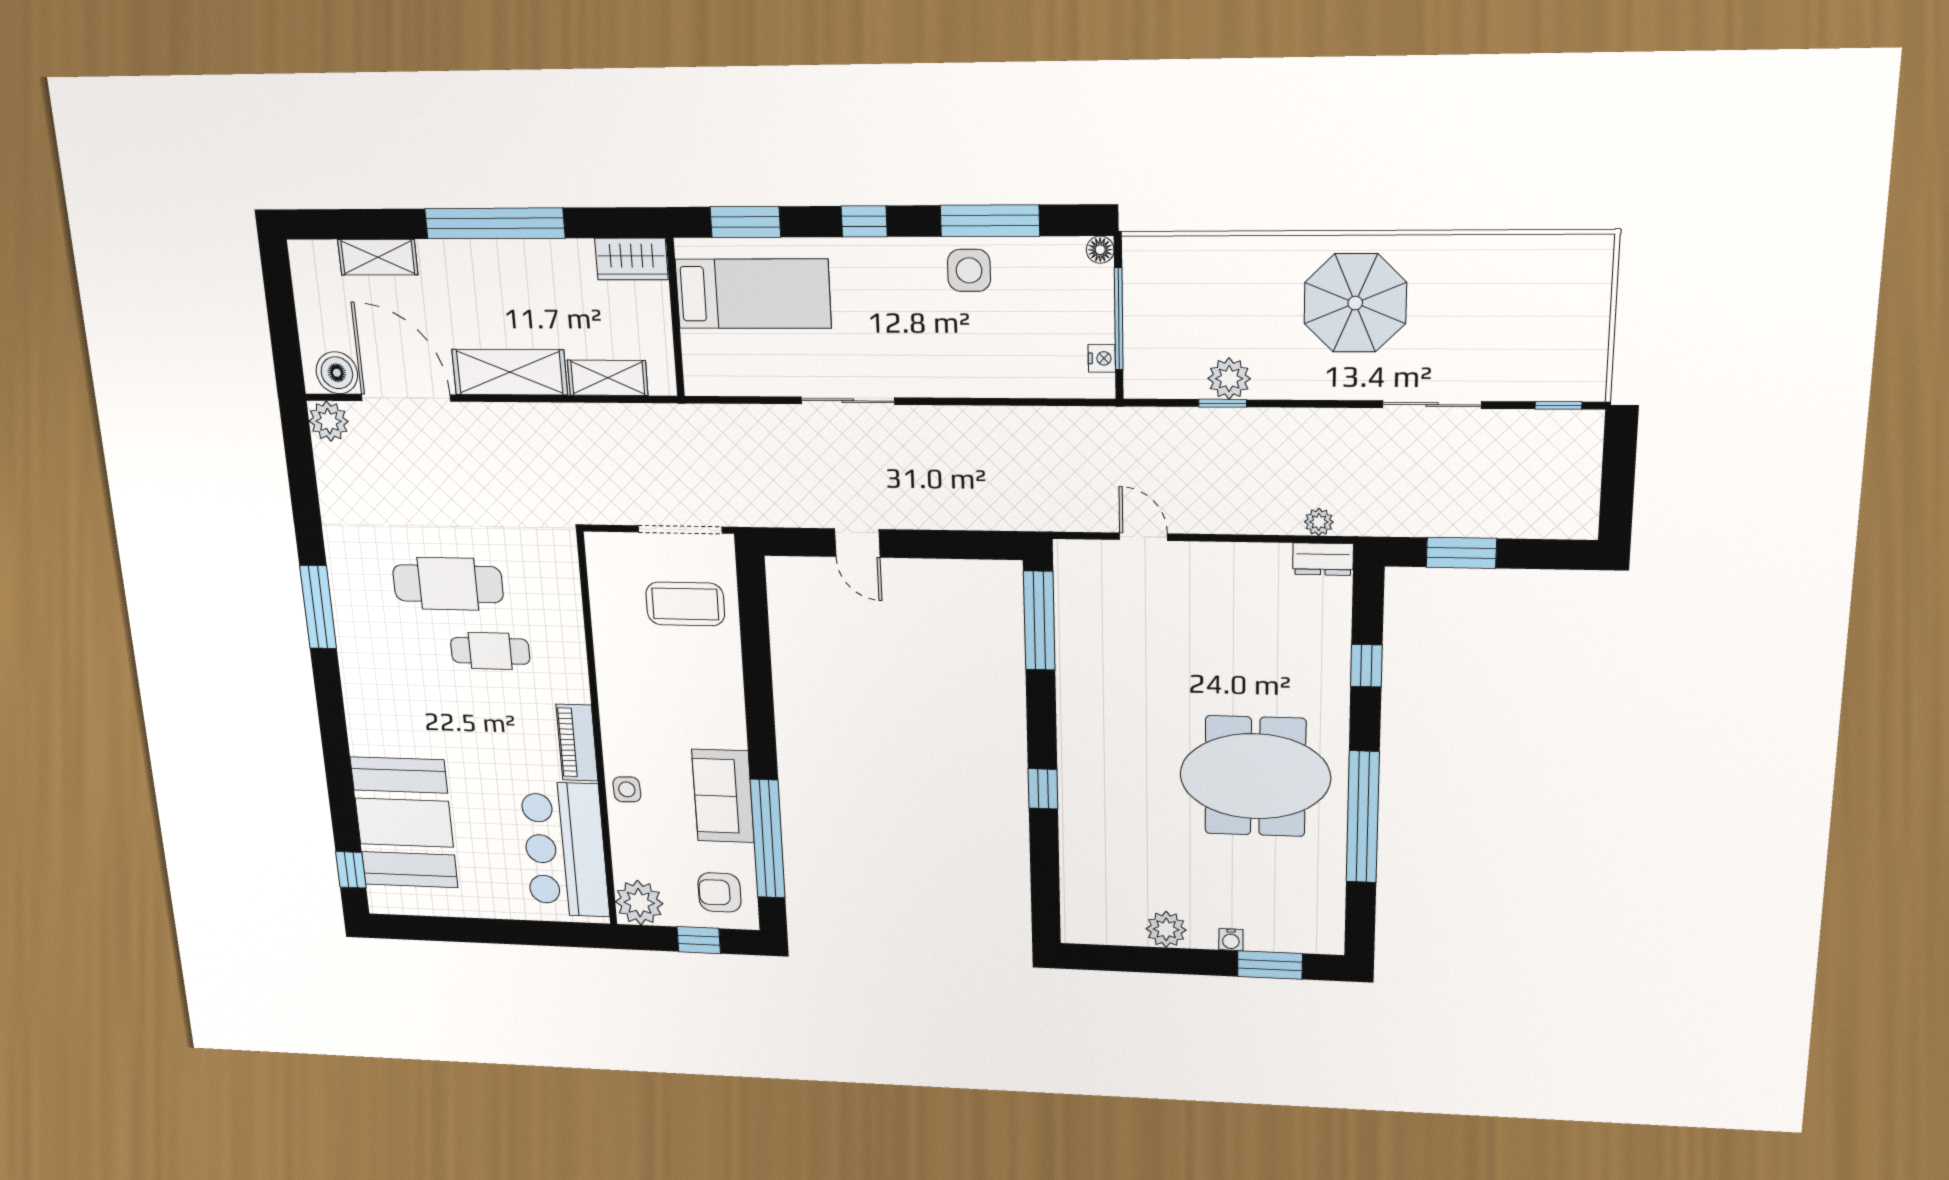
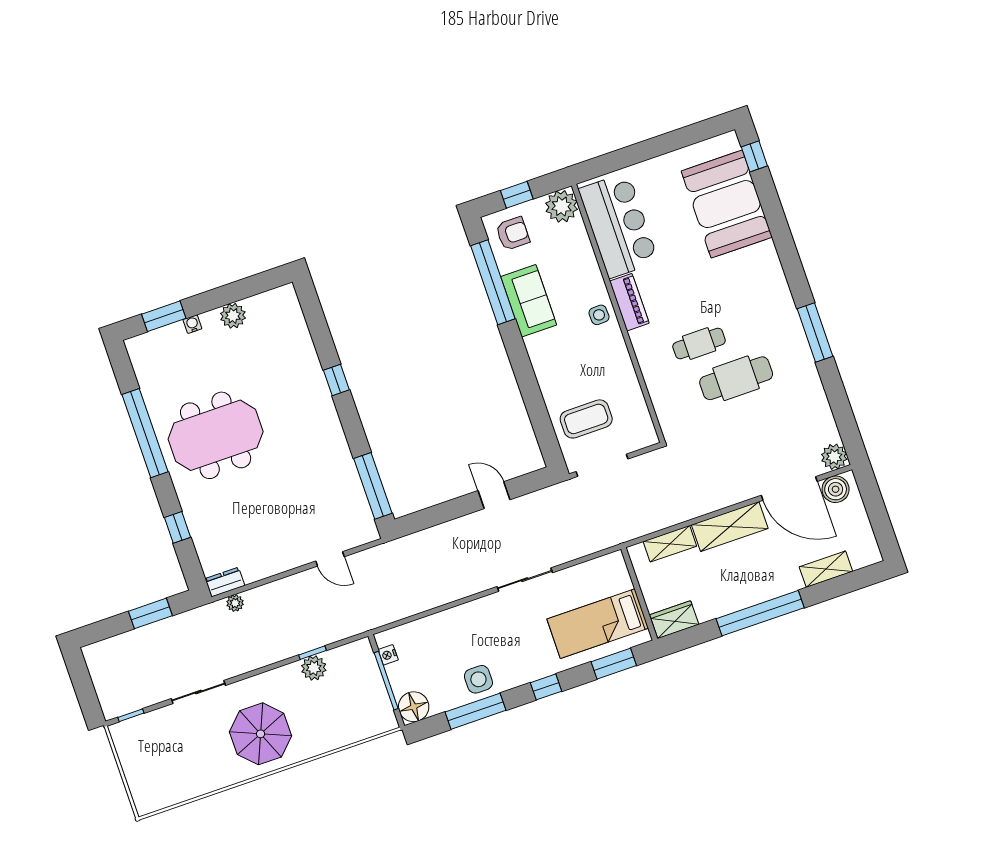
floor lamp: (1100, 250) -> (414, 707), width x1.89, depth x1.89
side table: (627, 789) -> (599, 315), moved

